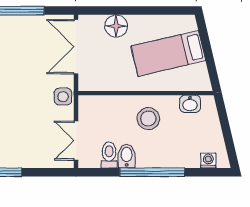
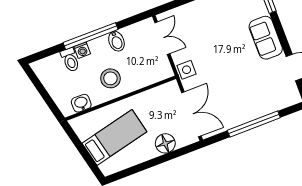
toilet: (109, 155) -> (70, 60), moved
washing machine: (208, 161) -> (82, 50), moved

